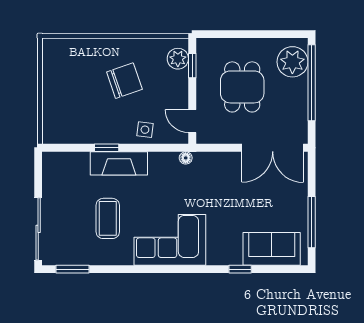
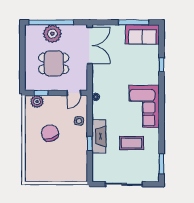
plant: (292, 62) -> (52, 34), moved
sliding door: (38, 229) -> (124, 184), moved
sofa: (272, 249) -> (142, 34), moved, turned -90

